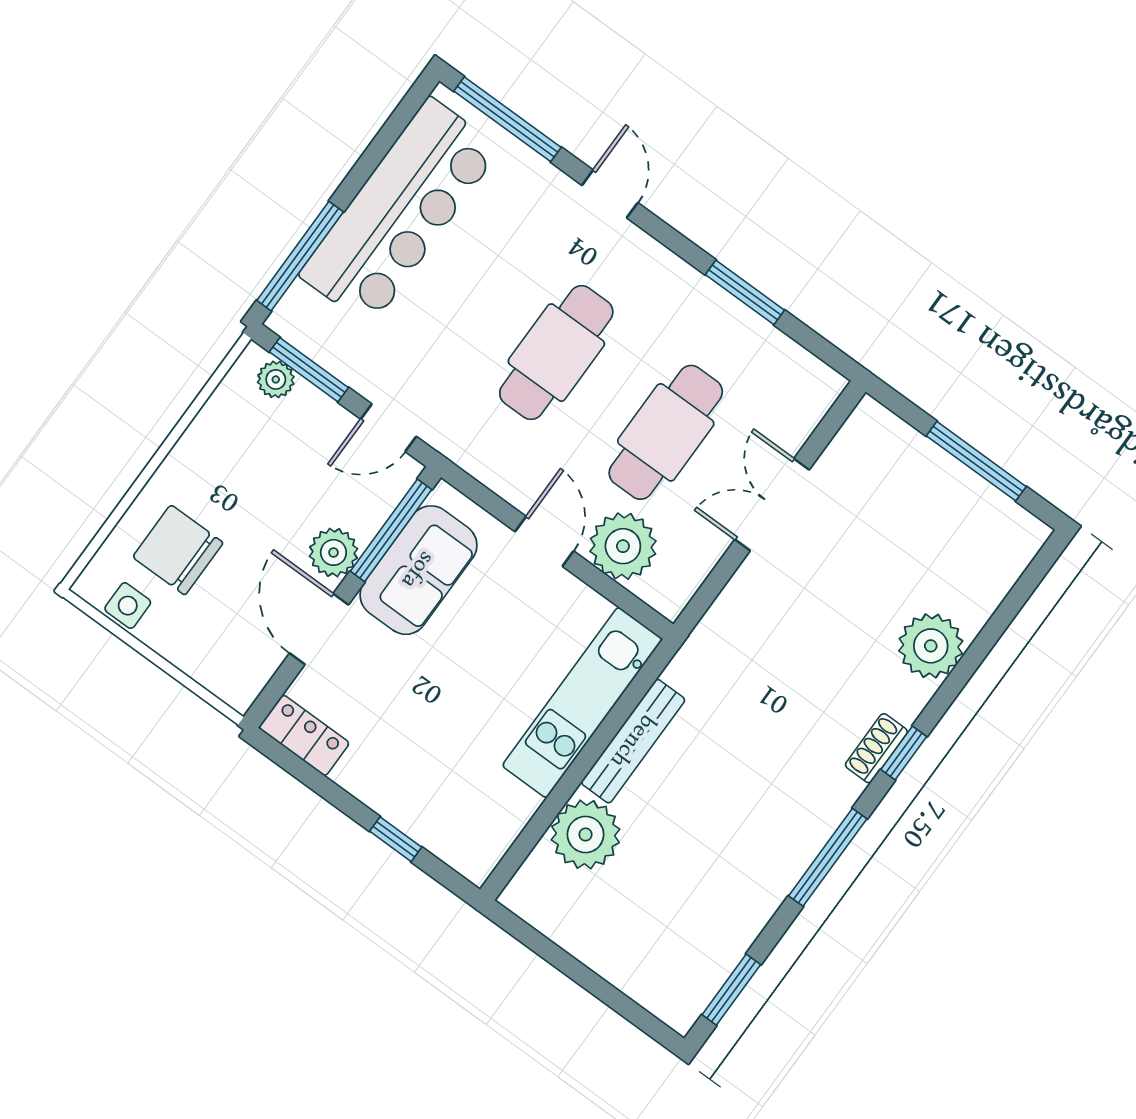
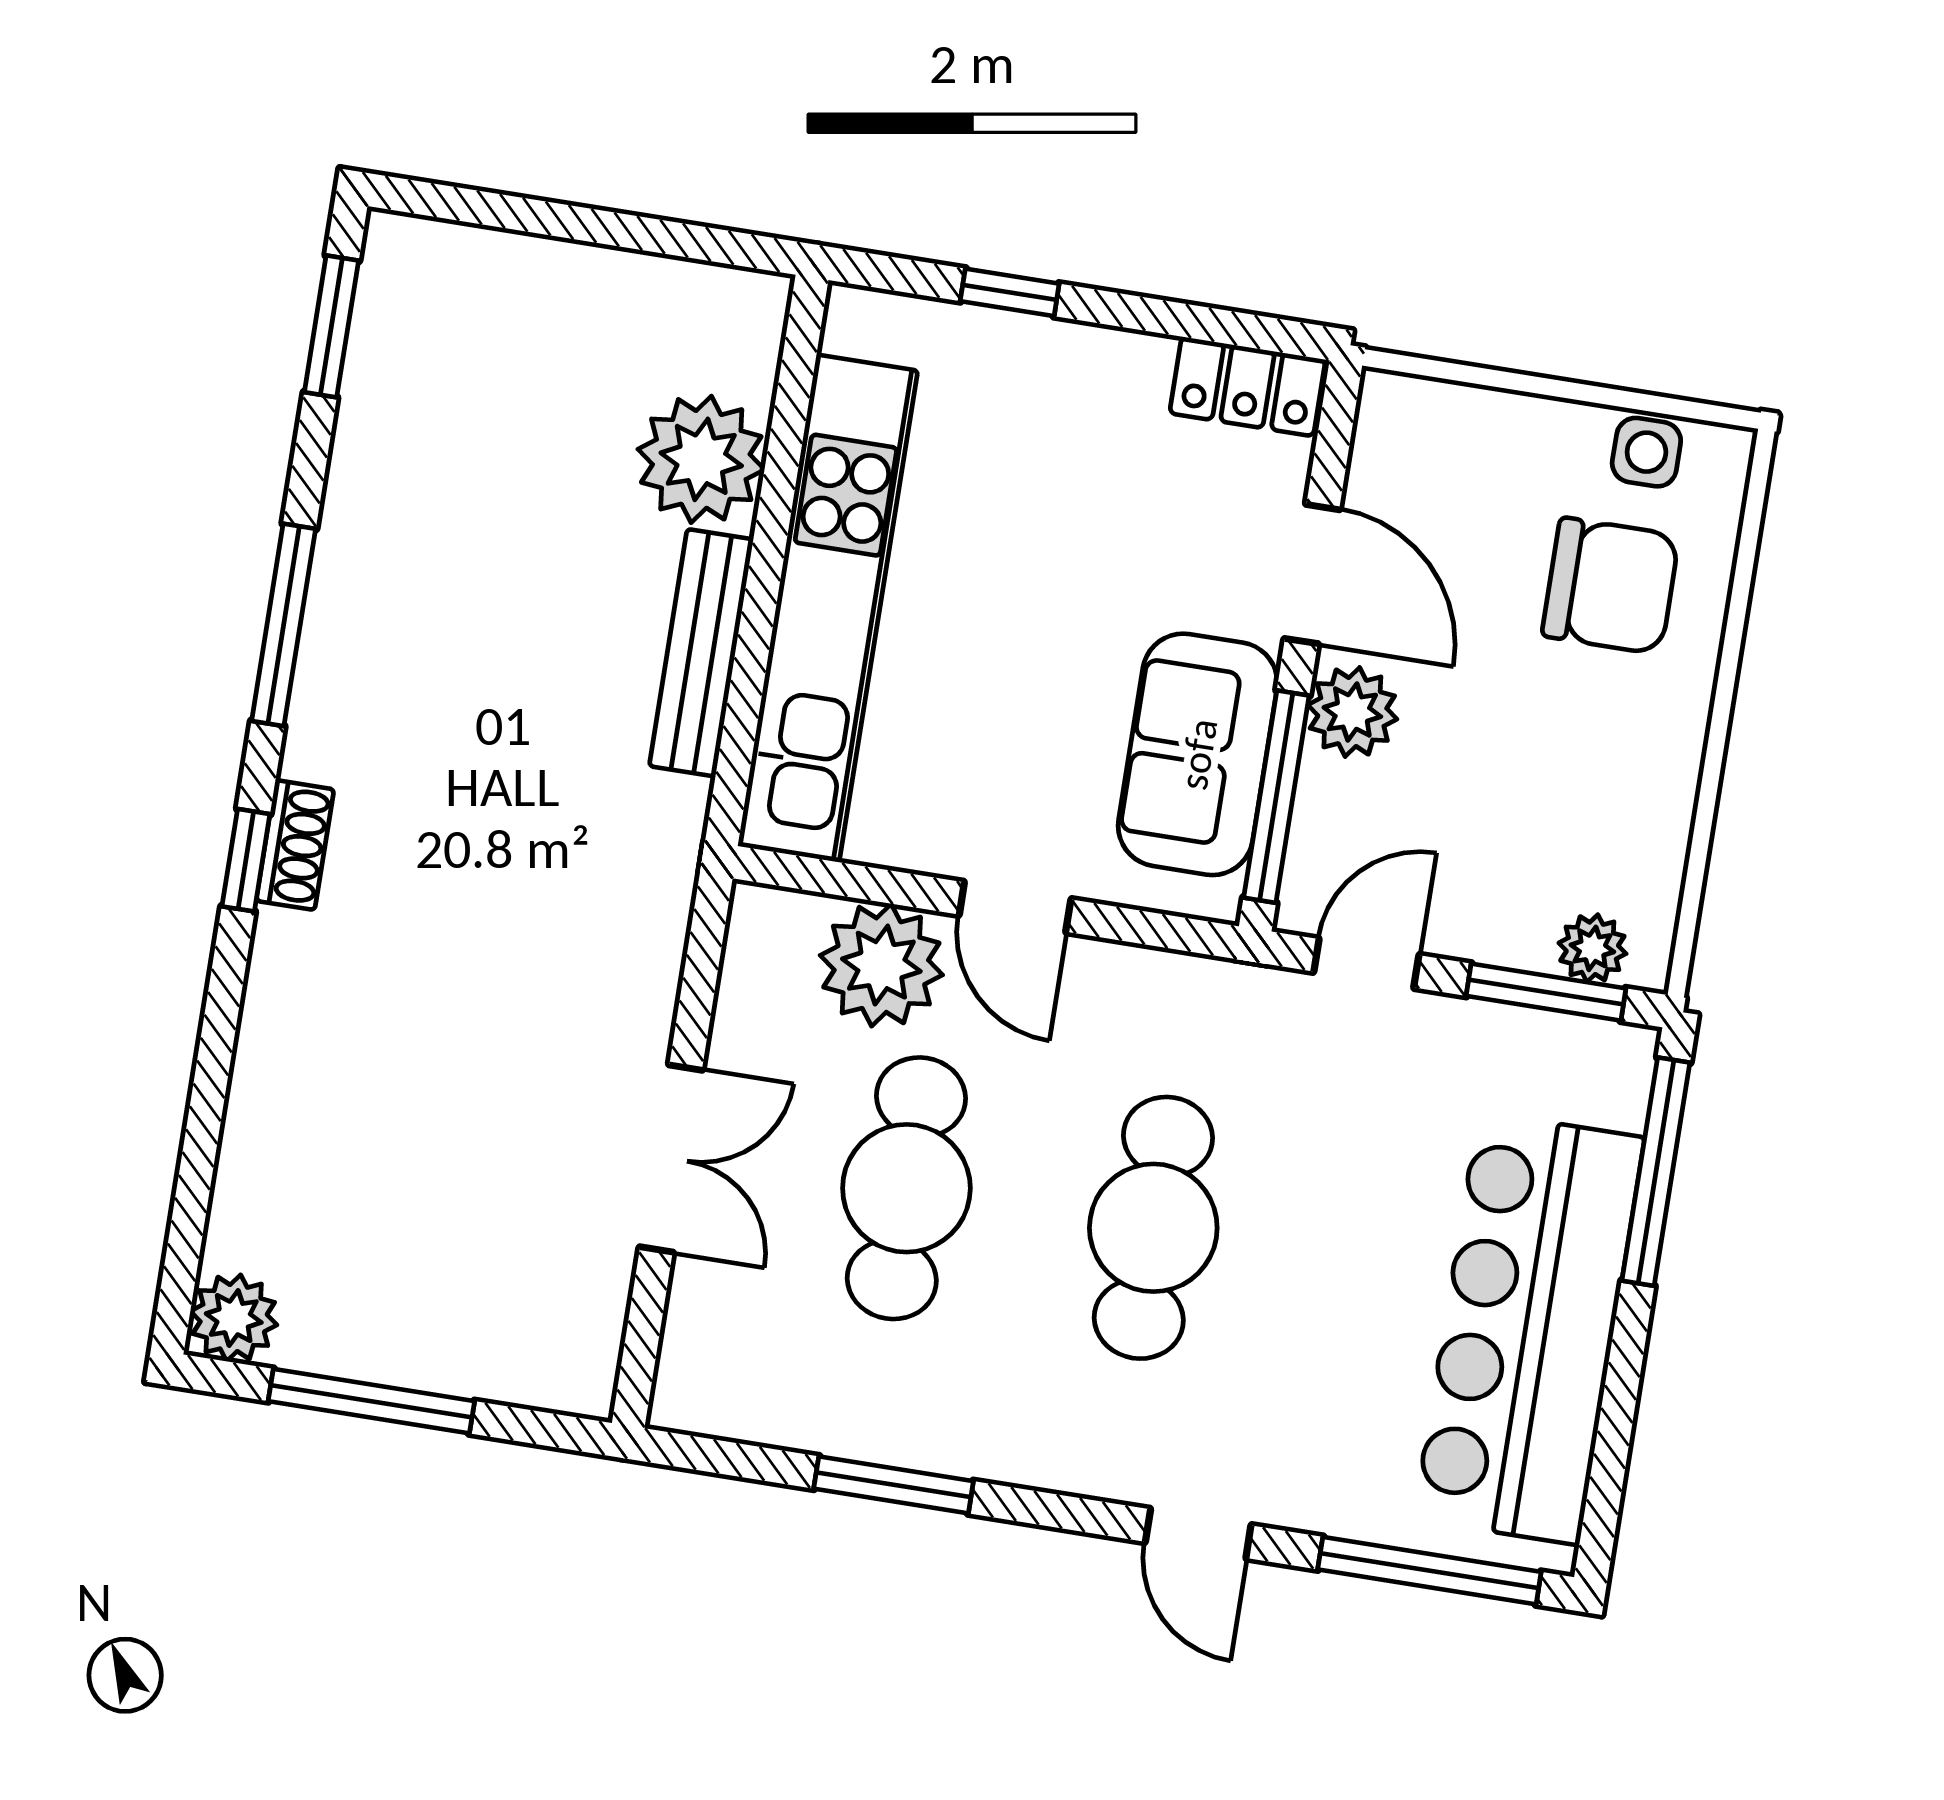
plant: (931, 646) -> (234, 1318), moved, width x0.73, depth x0.73
kitchen unit: (582, 702) -> (828, 608), width x1.36

